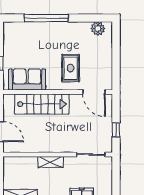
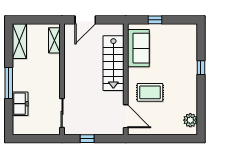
window: (46, 18) -> (201, 68), width x0.32
door: (94, 92) -> (126, 116), swing flipped
shelving: (51, 162) -> (54, 40), moved

